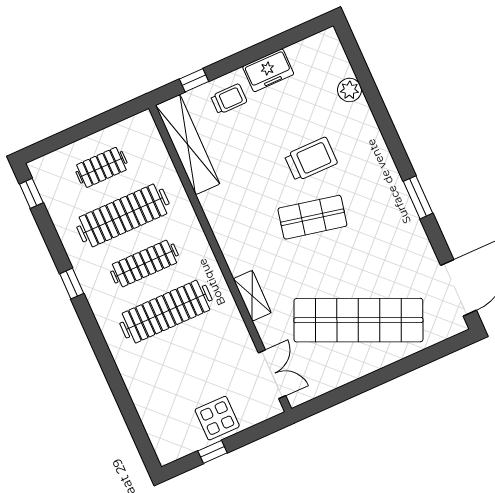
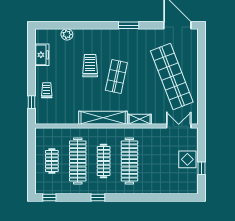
freezer: (268, 70) -> (42, 55), moved
shelving: (188, 145) -> (103, 118), moved
shop shelf: (358, 320) -> (172, 76), turned -45

